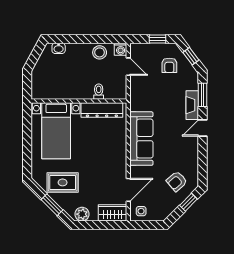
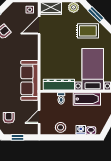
washing machine: (121, 49) -> (81, 130), moved
door: (128, 67) -> (39, 117), hinge flipped
bathtub: (64, 91) -> (87, 99), added
sofa: (141, 139) -> (29, 80), moved

